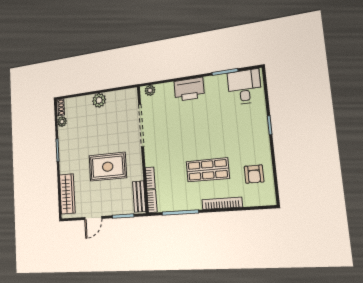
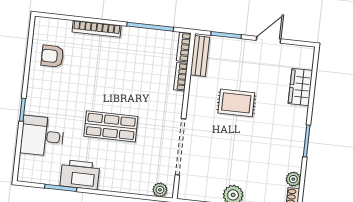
desk: (244, 87) -> (42, 136), moved, turned 90
printer: (189, 89) -> (80, 175), moved
rug: (108, 167) -> (236, 103), width x0.73, depth x0.70
shop shelf: (208, 170) -> (111, 126), moved
armchair: (254, 174) -> (52, 56), turned -90
wardrobe: (67, 194) -> (300, 87), width x0.67

